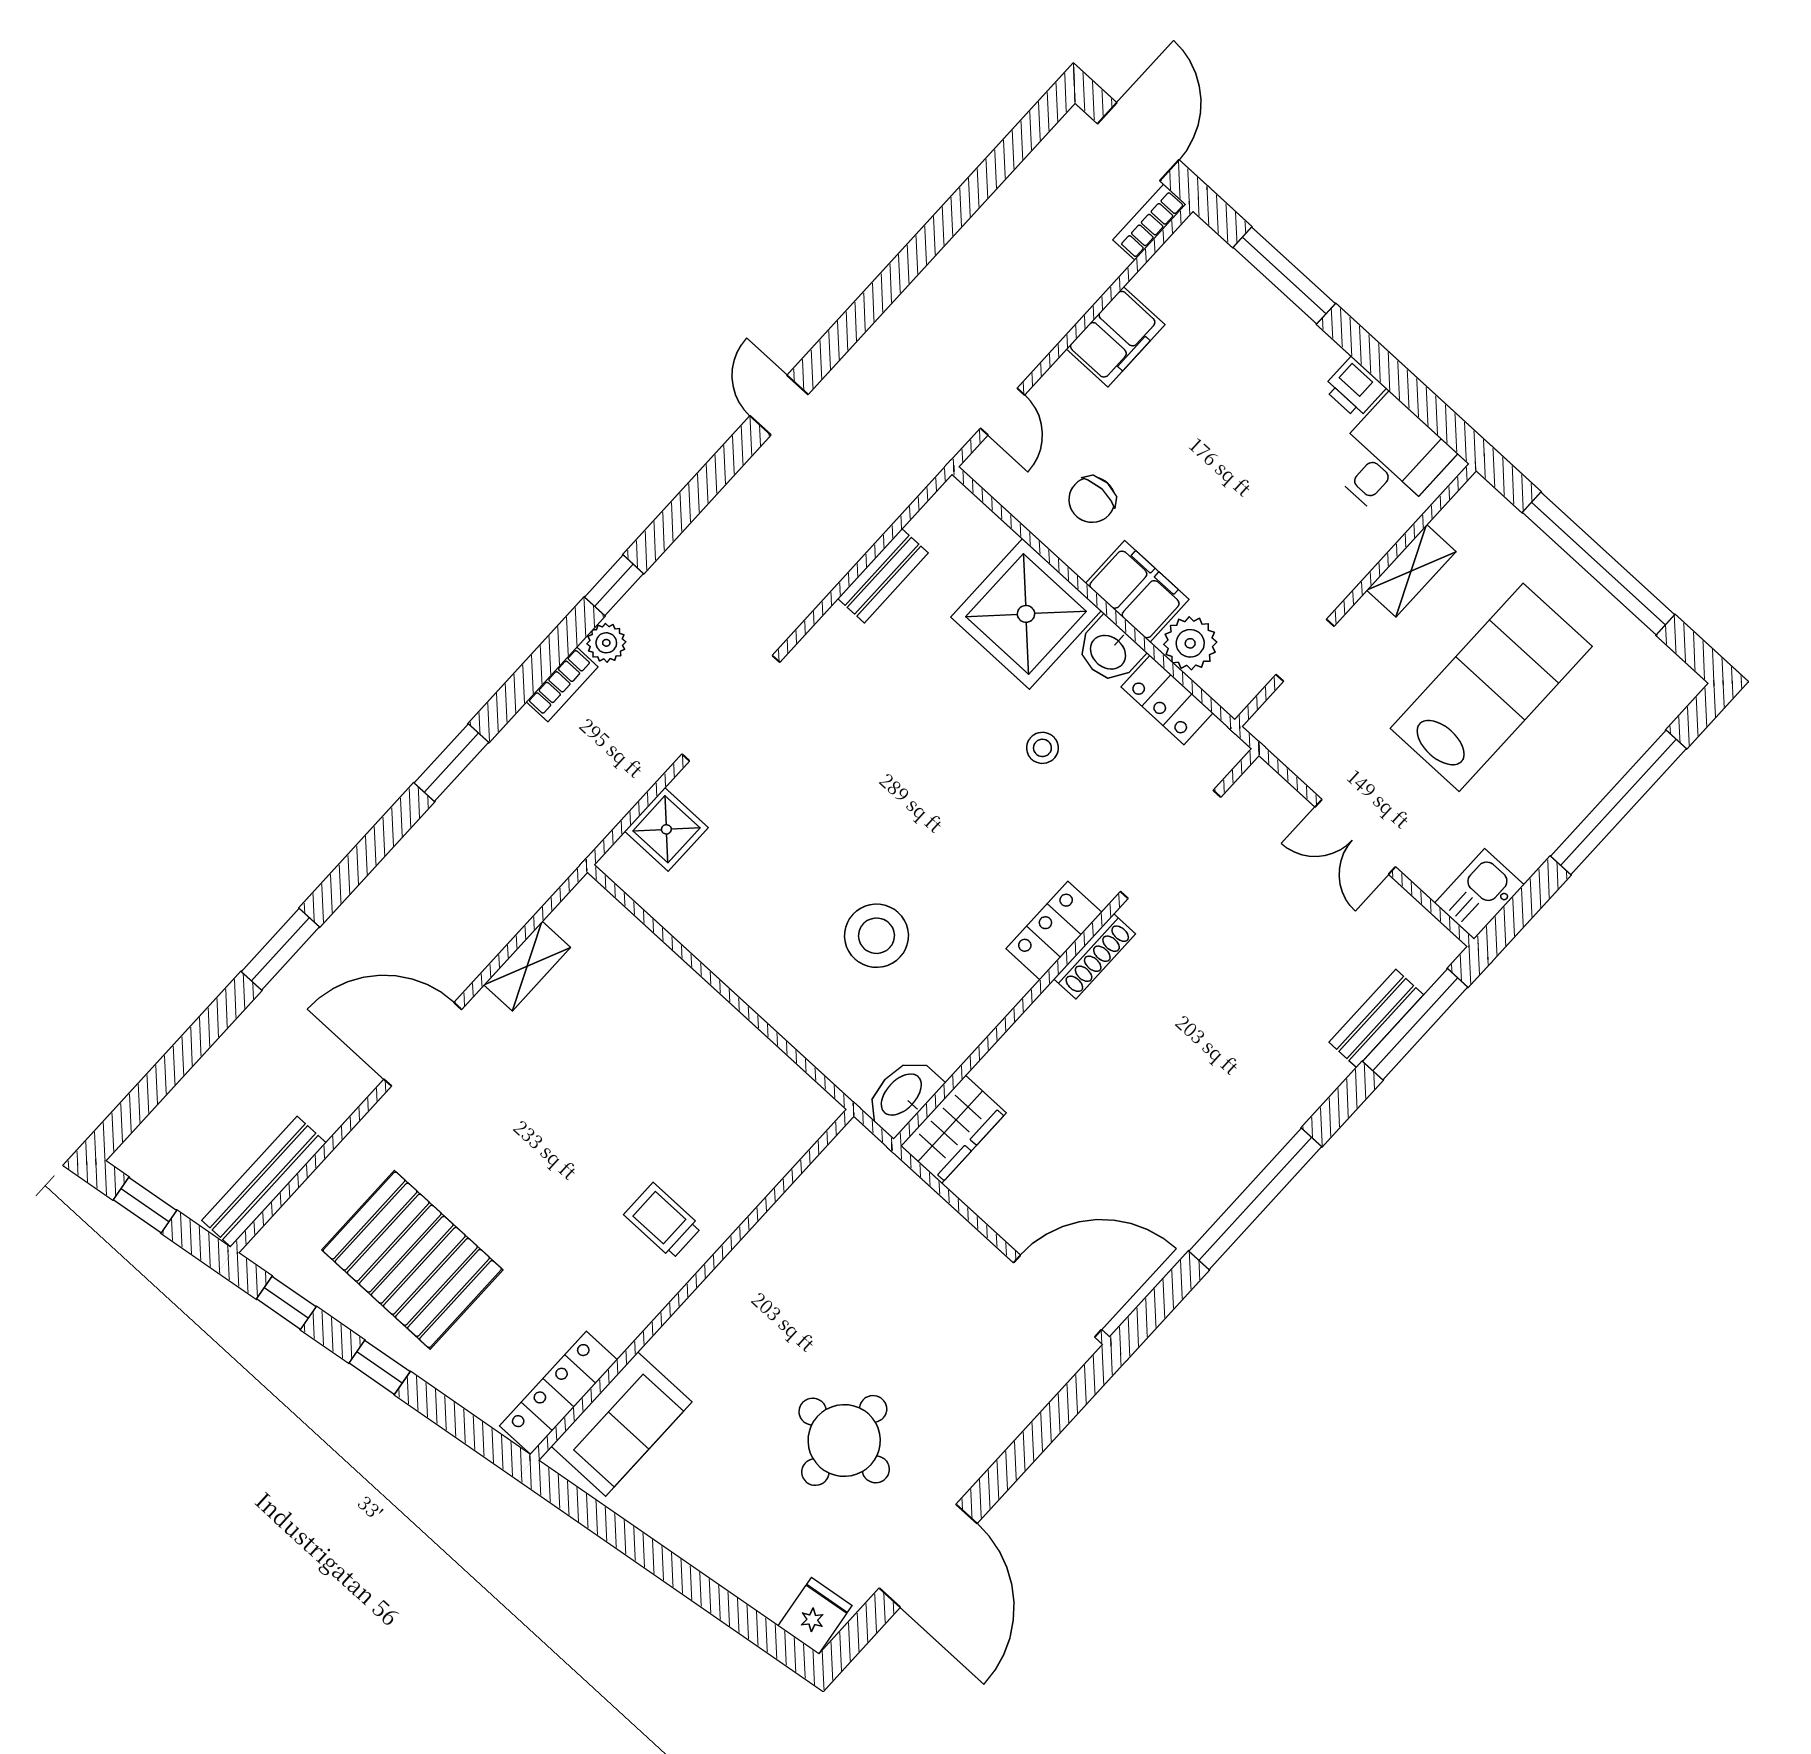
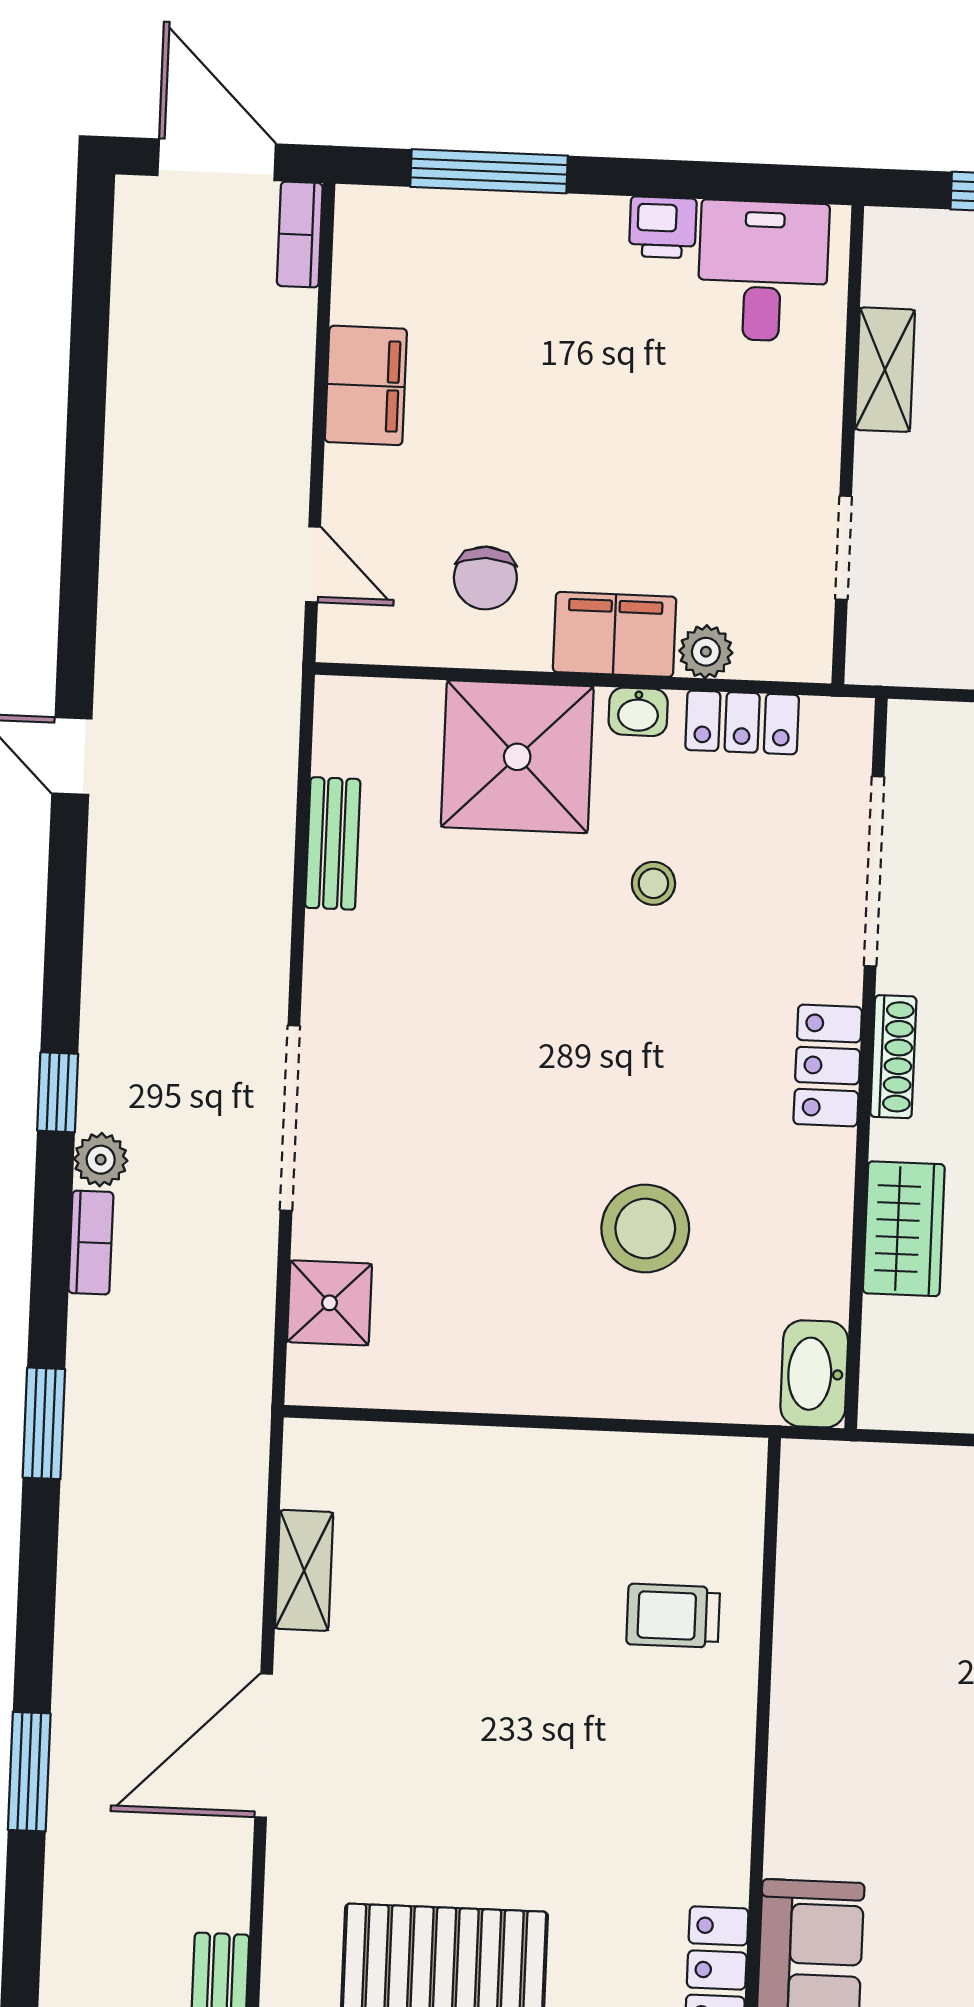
plant: (1190, 643) -> (706, 652), width x0.73, depth x0.73
washbasin: (1109, 651) -> (638, 712), width x0.72, depth x0.69
wardrobe: (953, 1129) -> (904, 1229), moved
trolley: (663, 1221) -> (673, 1616), moved

